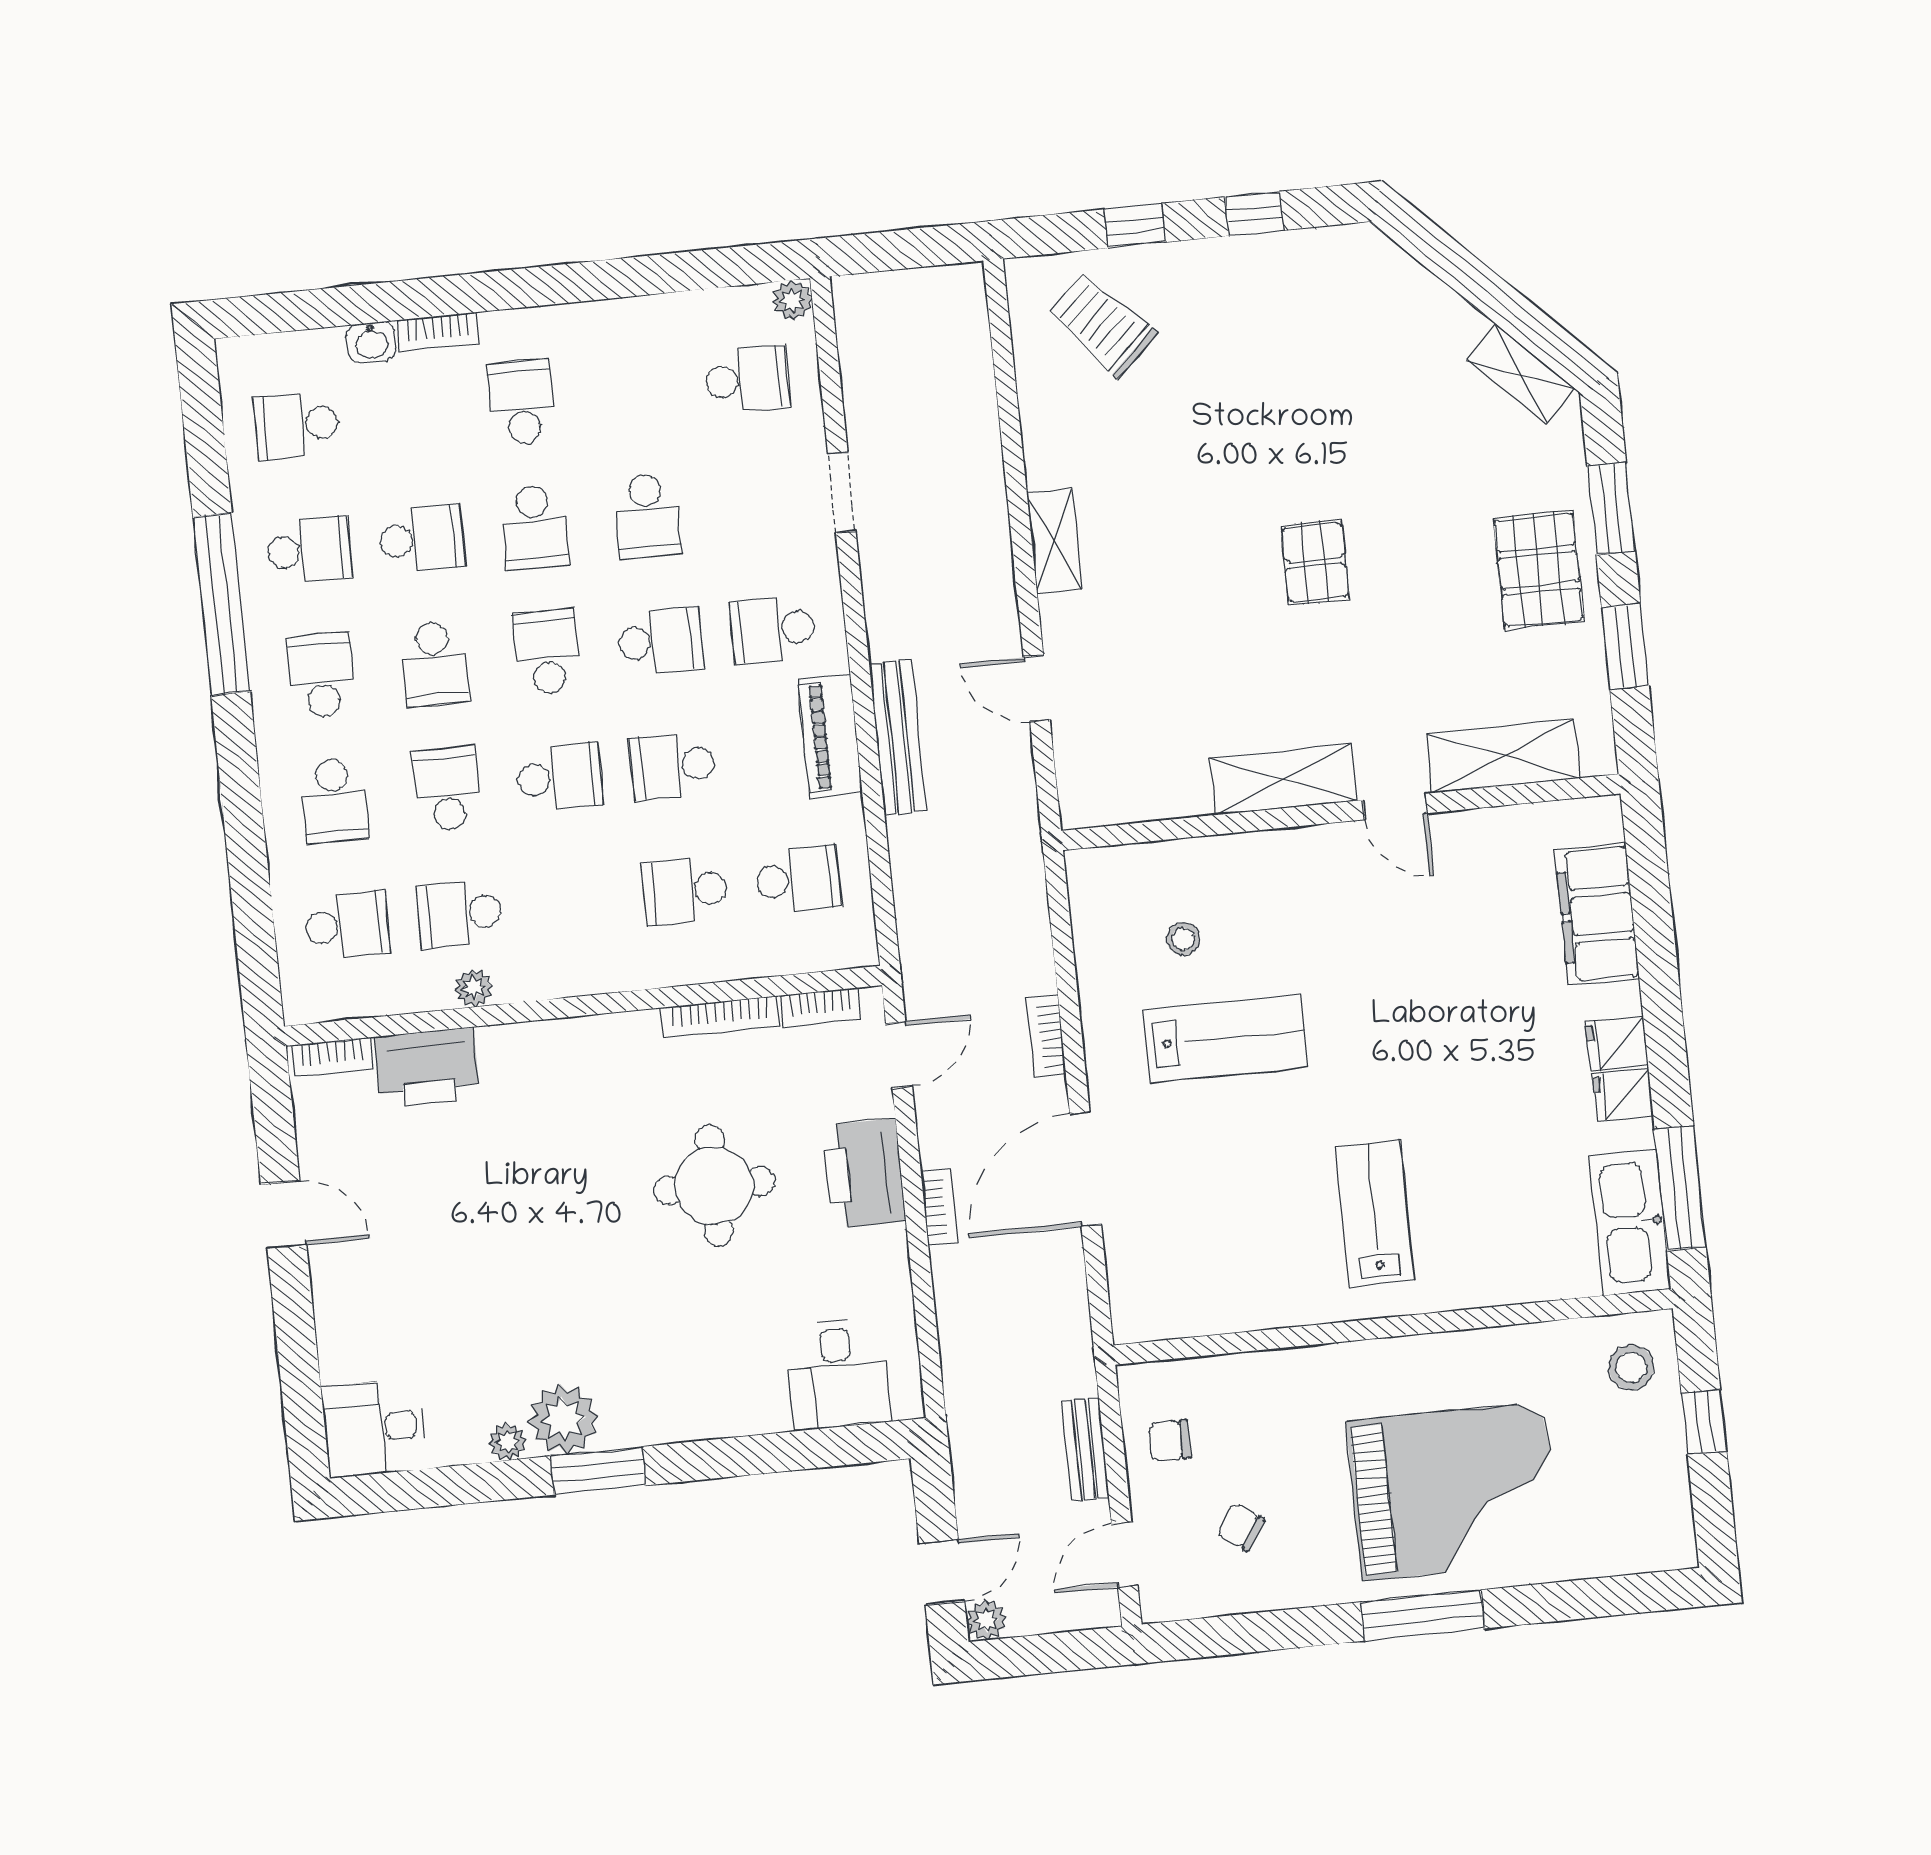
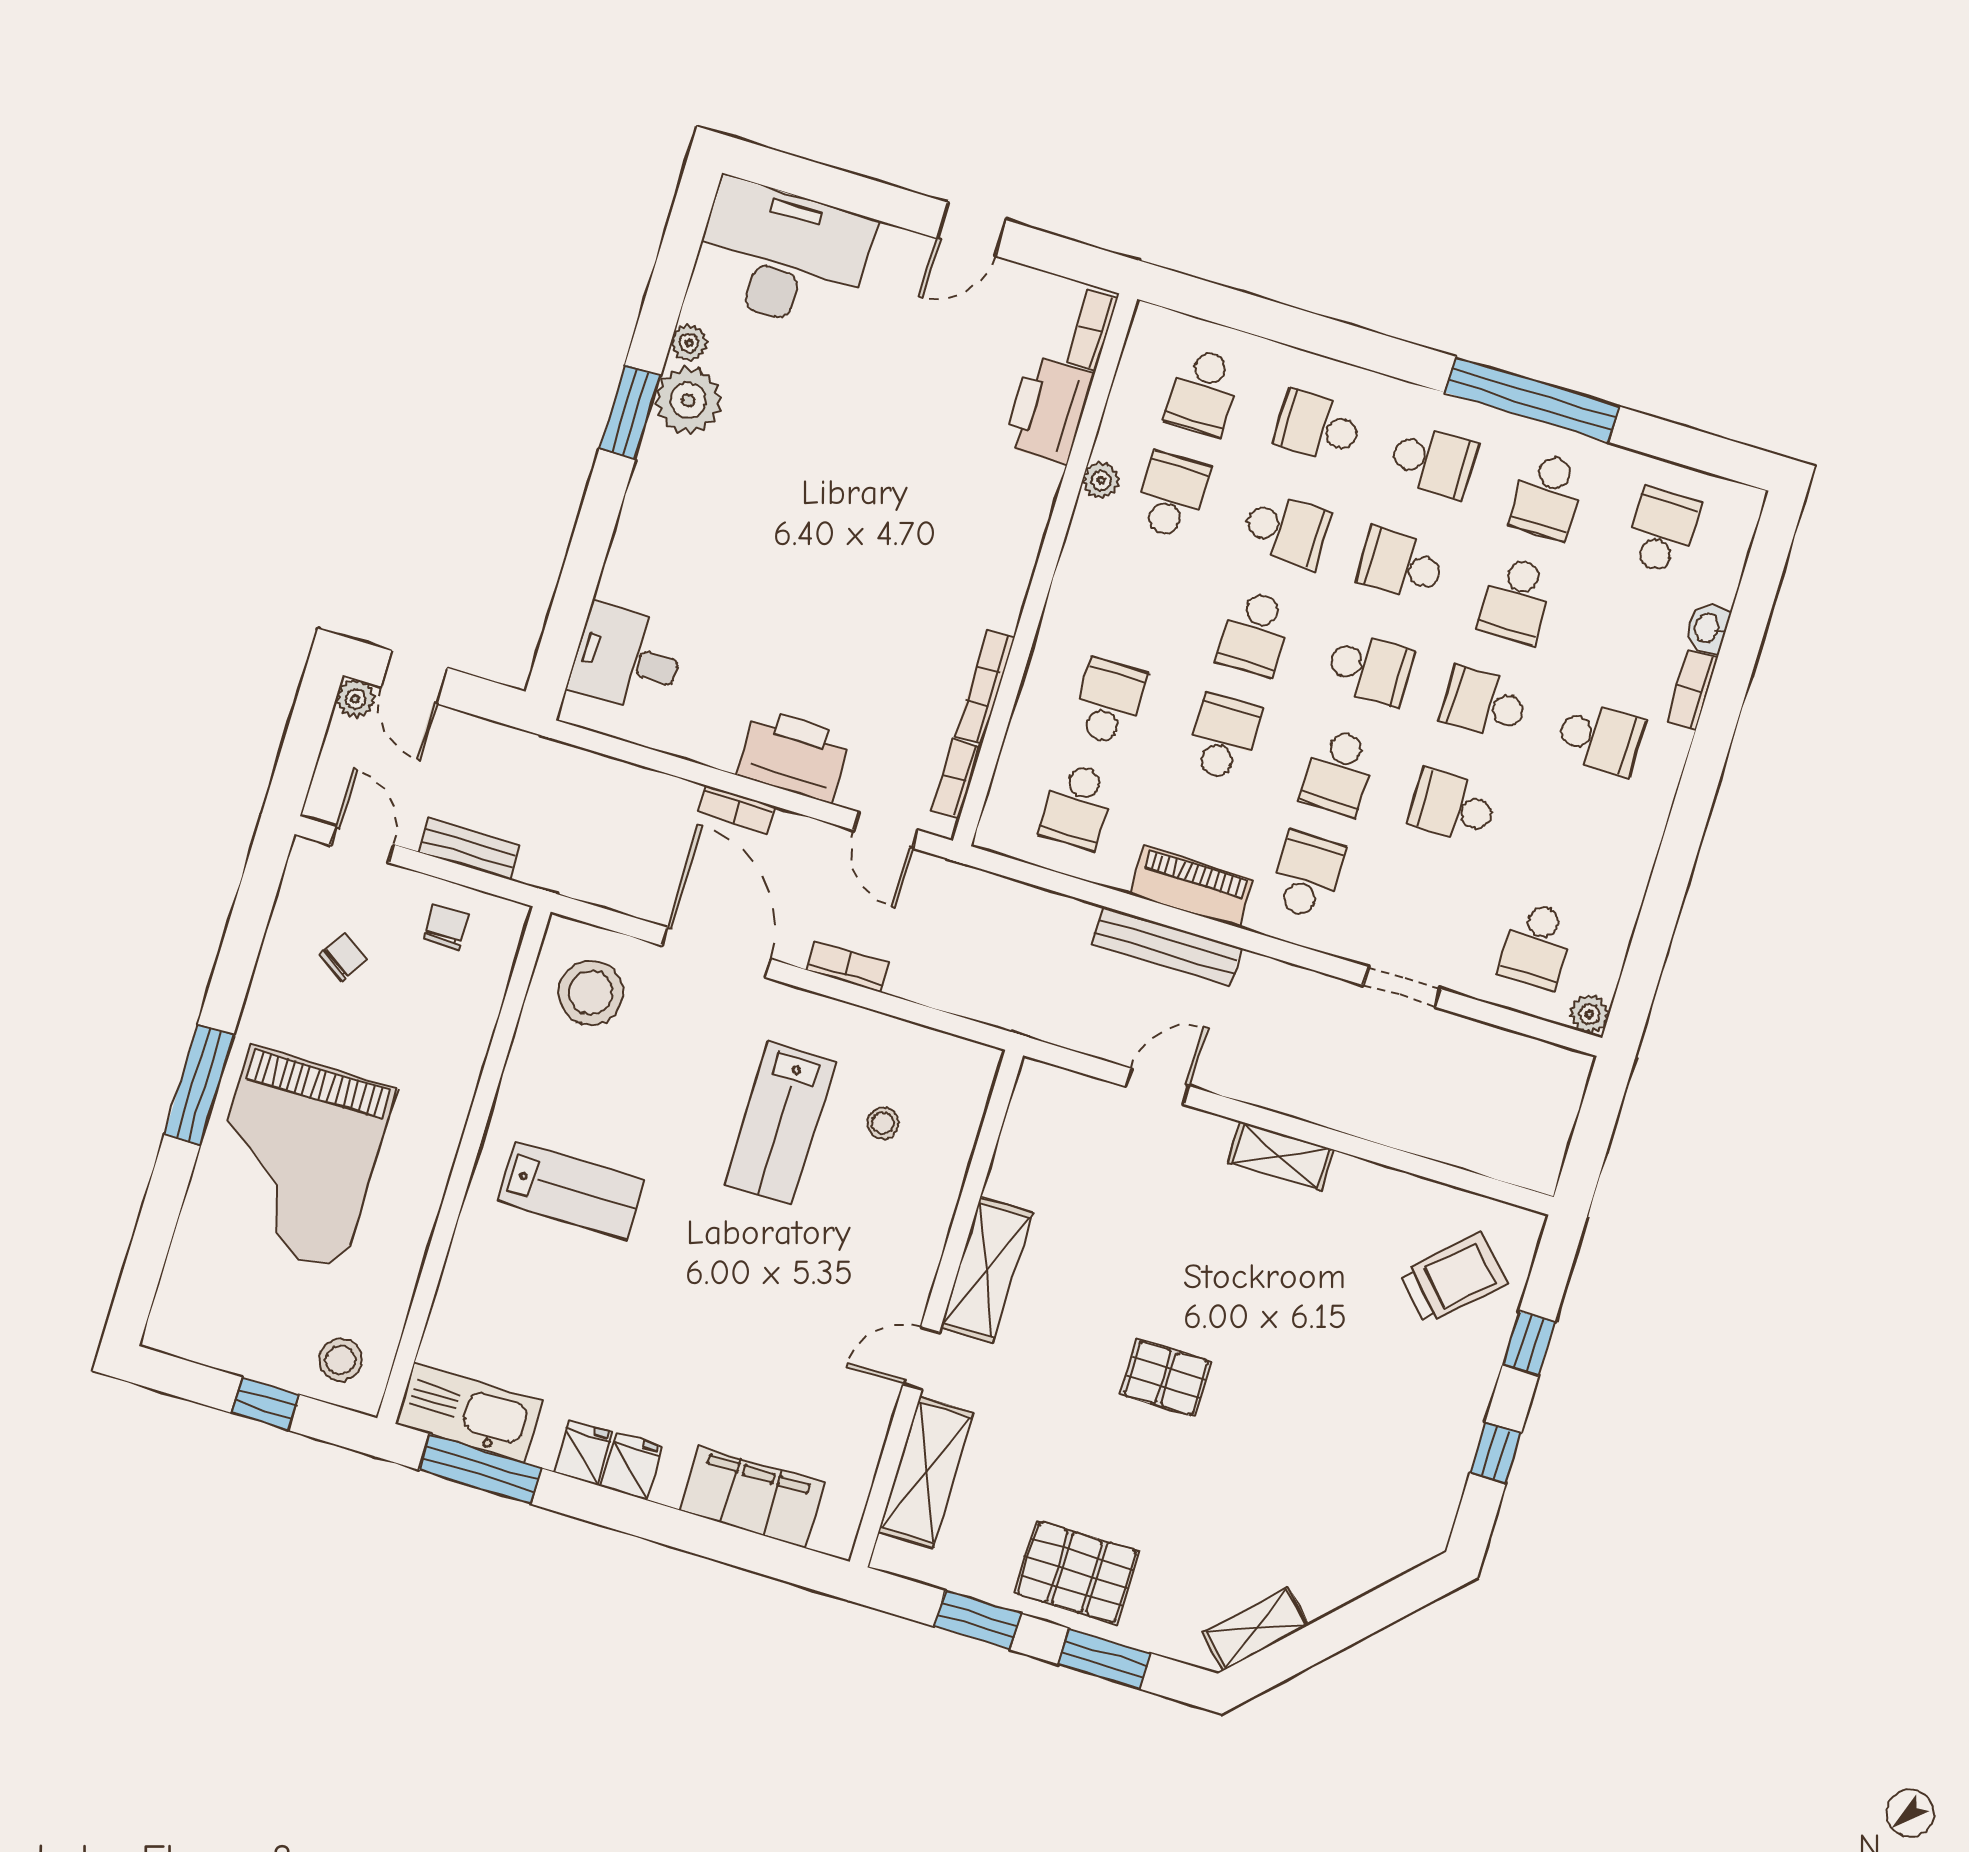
round table: (714, 1186) -> (838, 619), removed
stool: (1175, 1274) -> (591, 993), added
desk: (374, 1428) -> (783, 255), width x1.87, depth x1.30

